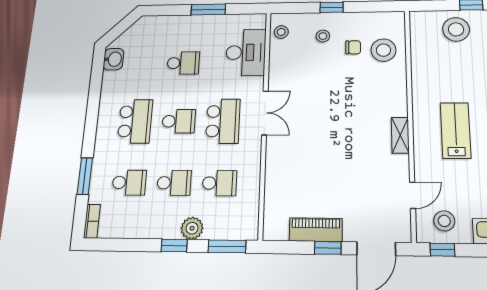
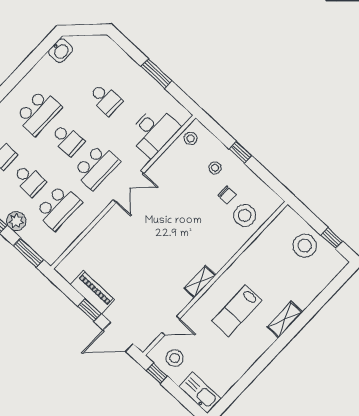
lab bench: (456, 130) -> (237, 311), turned 180
school desk: (219, 183) -> (58, 207), width x1.85

